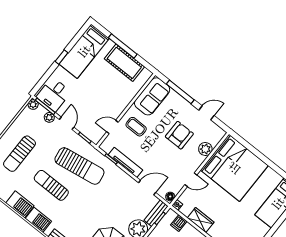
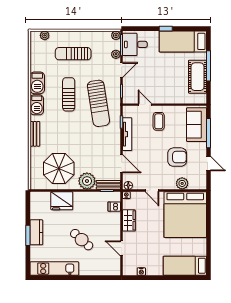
sofa: (152, 96) -> (197, 125), moved, turned 90

